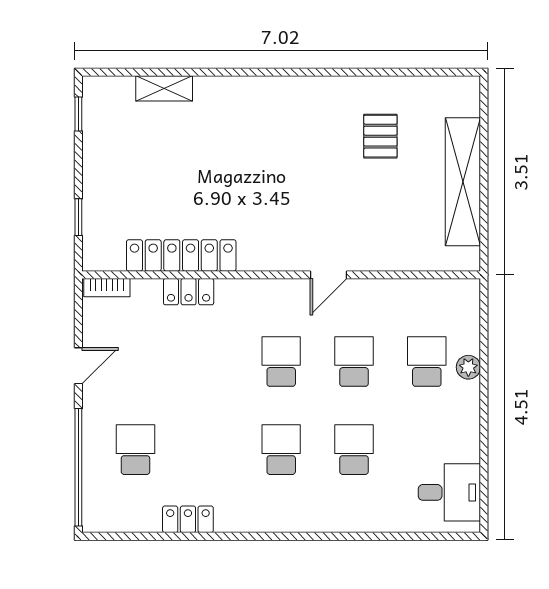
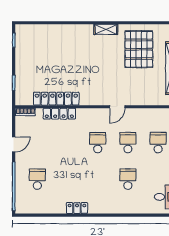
shelving: (164, 88) -> (106, 29), moved
pallet: (380, 136) -> (139, 49), width x2.05, depth x2.00
locker: (189, 292) -> (59, 114), width x1.53
school desk: (281, 450) -> (98, 179), removed
locker: (188, 519) -> (77, 208), moved

